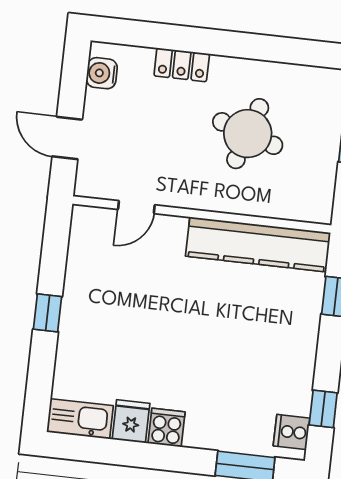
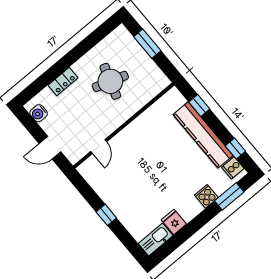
kitchen counter: (258, 244) -> (203, 135), moved, turned 90
cooker: (166, 428) -> (206, 196), moved

